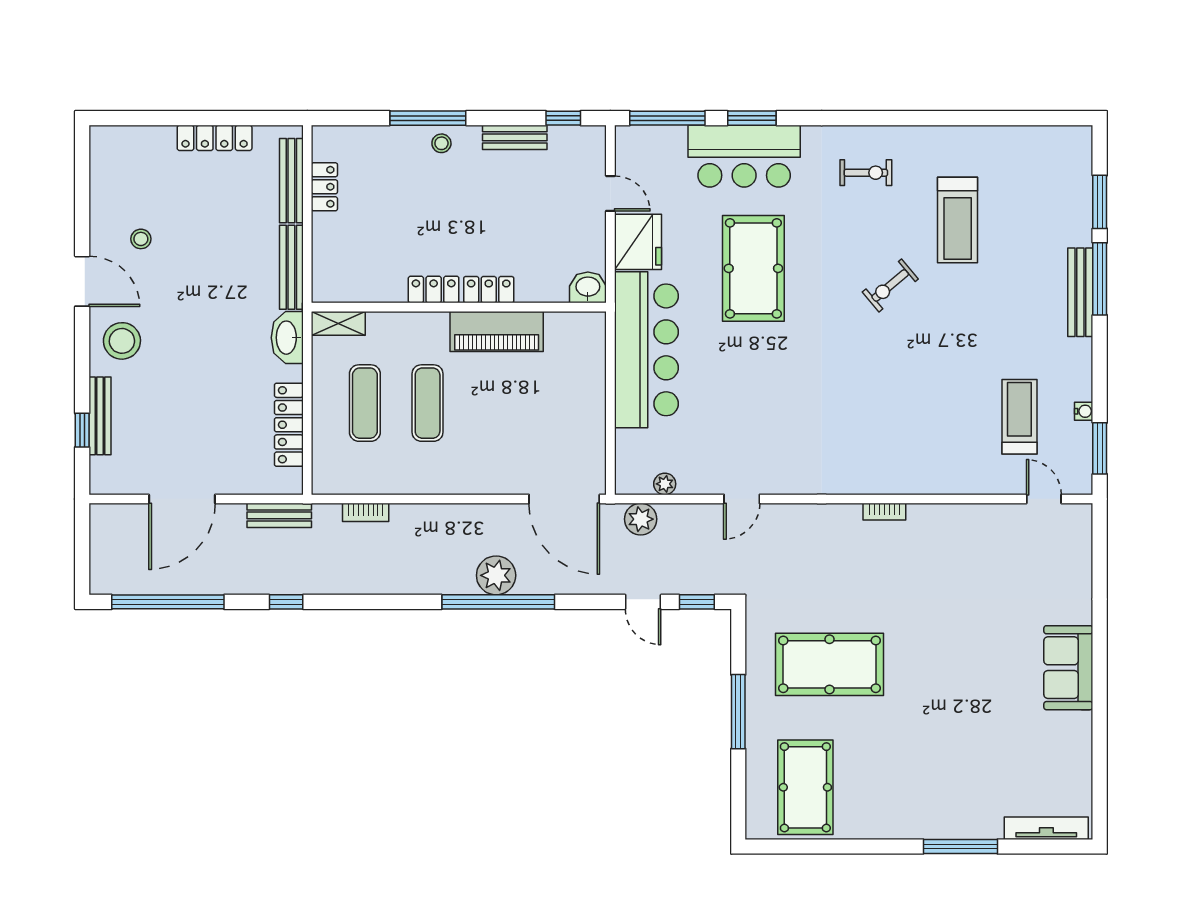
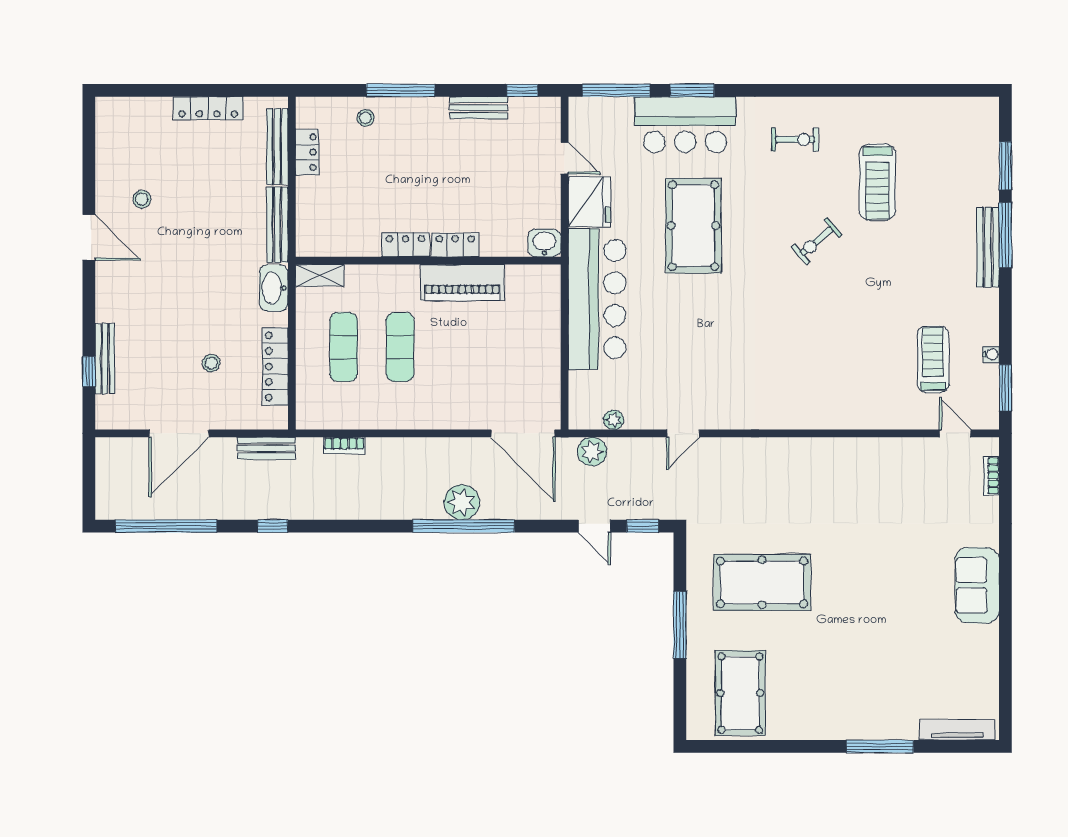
stool: (441, 143) -> (365, 118), moved
stool: (122, 341) -> (211, 363), moved, width x0.53, depth x0.53
bookcase: (884, 512) -> (991, 476), moved, turned 90

